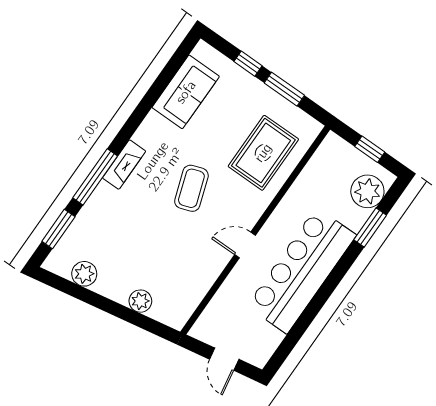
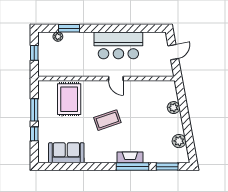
rug: (263, 153) -> (69, 99), turned 90
fireplace: (124, 165) -> (130, 157), moved
plant: (367, 191) -> (58, 37), width x0.53, depth x0.53
bar counter: (302, 271) -> (118, 45), width x0.73

